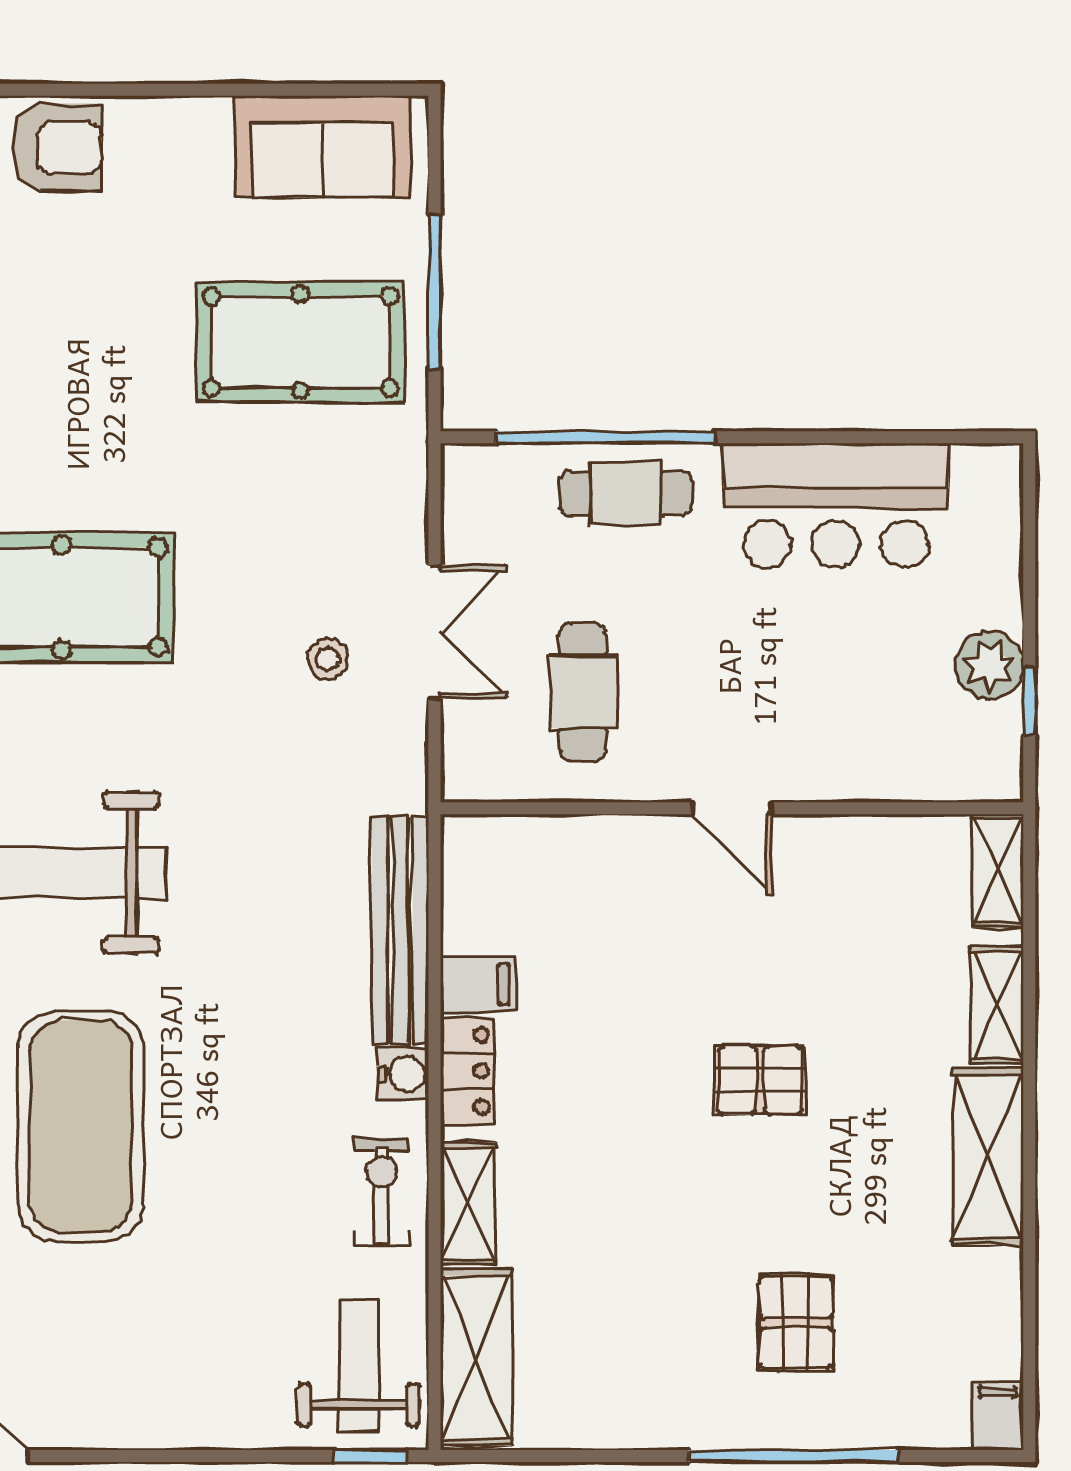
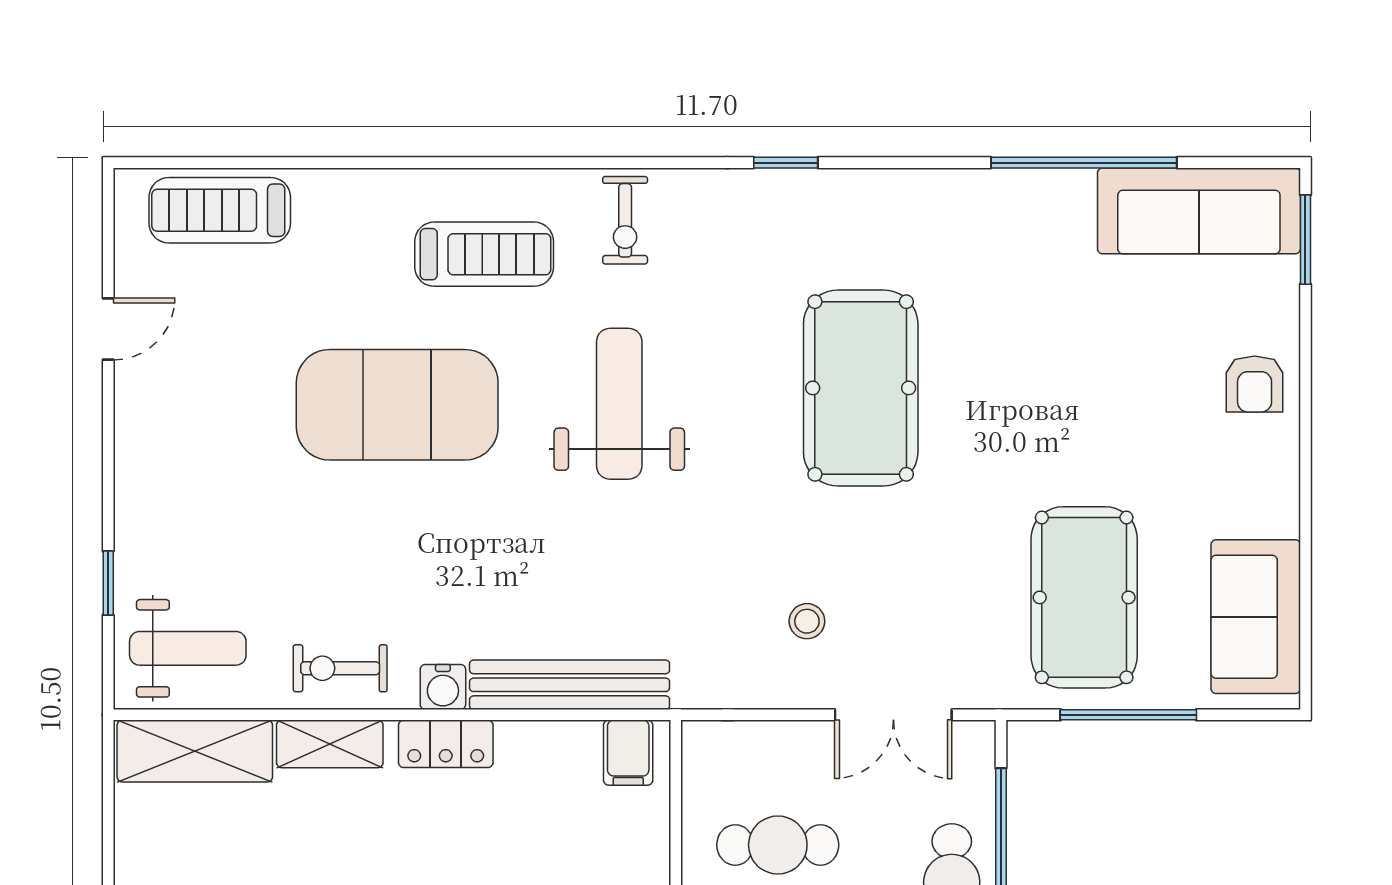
armchair: (57, 148) -> (1255, 384), width x0.72, depth x0.72
double door: (435, 632) -> (893, 715), moved
filing cabinet: (478, 984) -> (628, 753), moved
exercise bike: (381, 1191) -> (340, 668), turned 180
window: (370, 1456) -> (108, 583), moved

